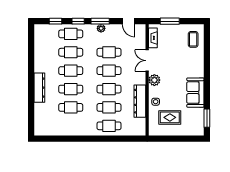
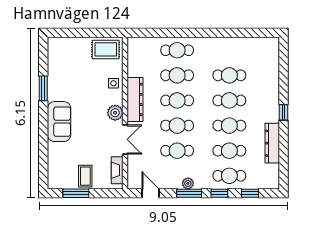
window: (170, 21) -> (76, 193), moved
coffee table: (193, 39) -> (85, 176), moved
window: (31, 80) -> (283, 112), added
dresser: (39, 88) -> (272, 143), moved
sofa: (195, 93) -> (59, 122), moved
dresser: (140, 101) -> (135, 99), moved
rug: (170, 117) -> (106, 49), moved
window: (207, 118) -> (43, 88), moved

